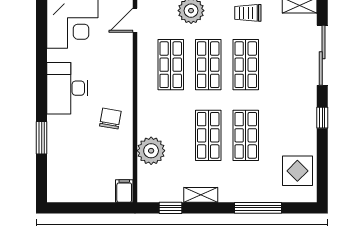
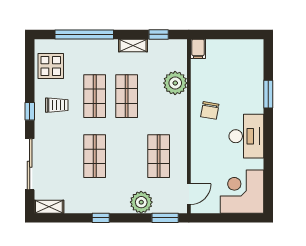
trolley: (248, 13) -> (57, 105), moved
shop shelf: (208, 65) -> (127, 156), removed
window: (258, 208) -> (84, 34), width x1.46

